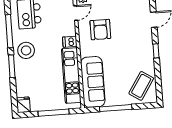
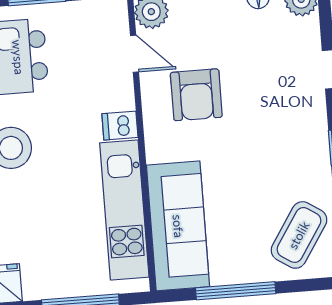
door: (76, 13) -> (134, 54), hinge flipped

